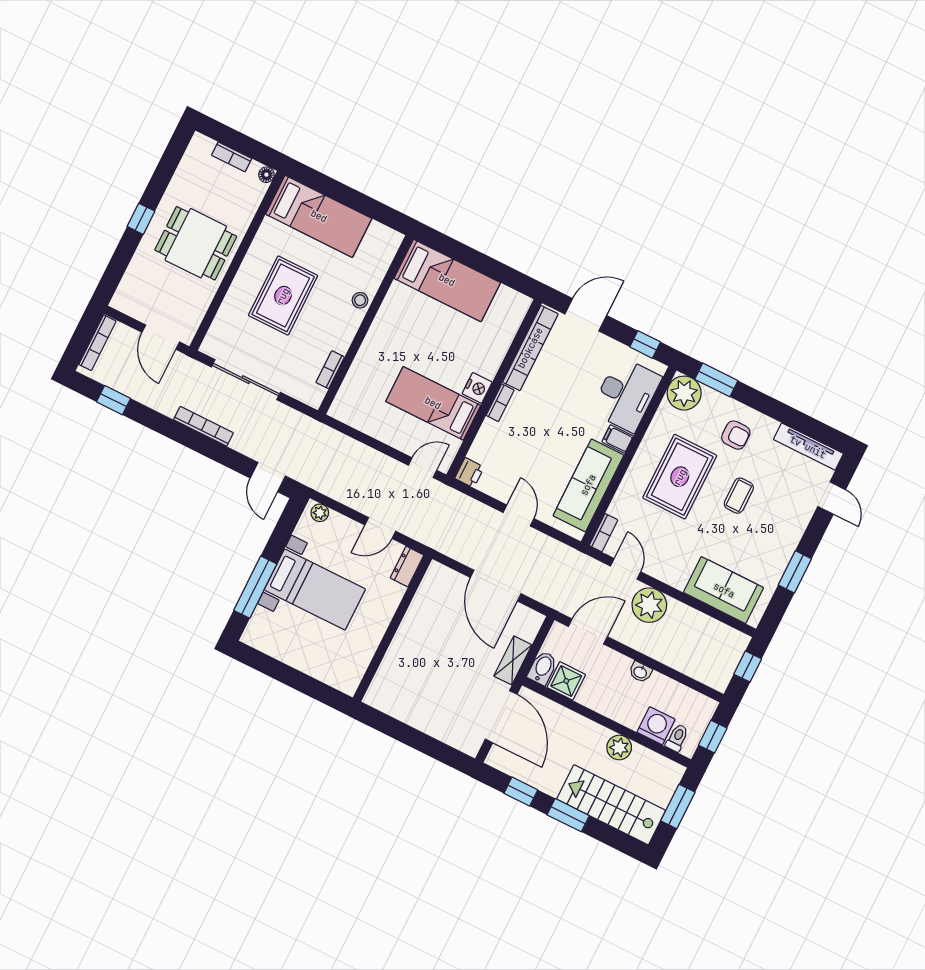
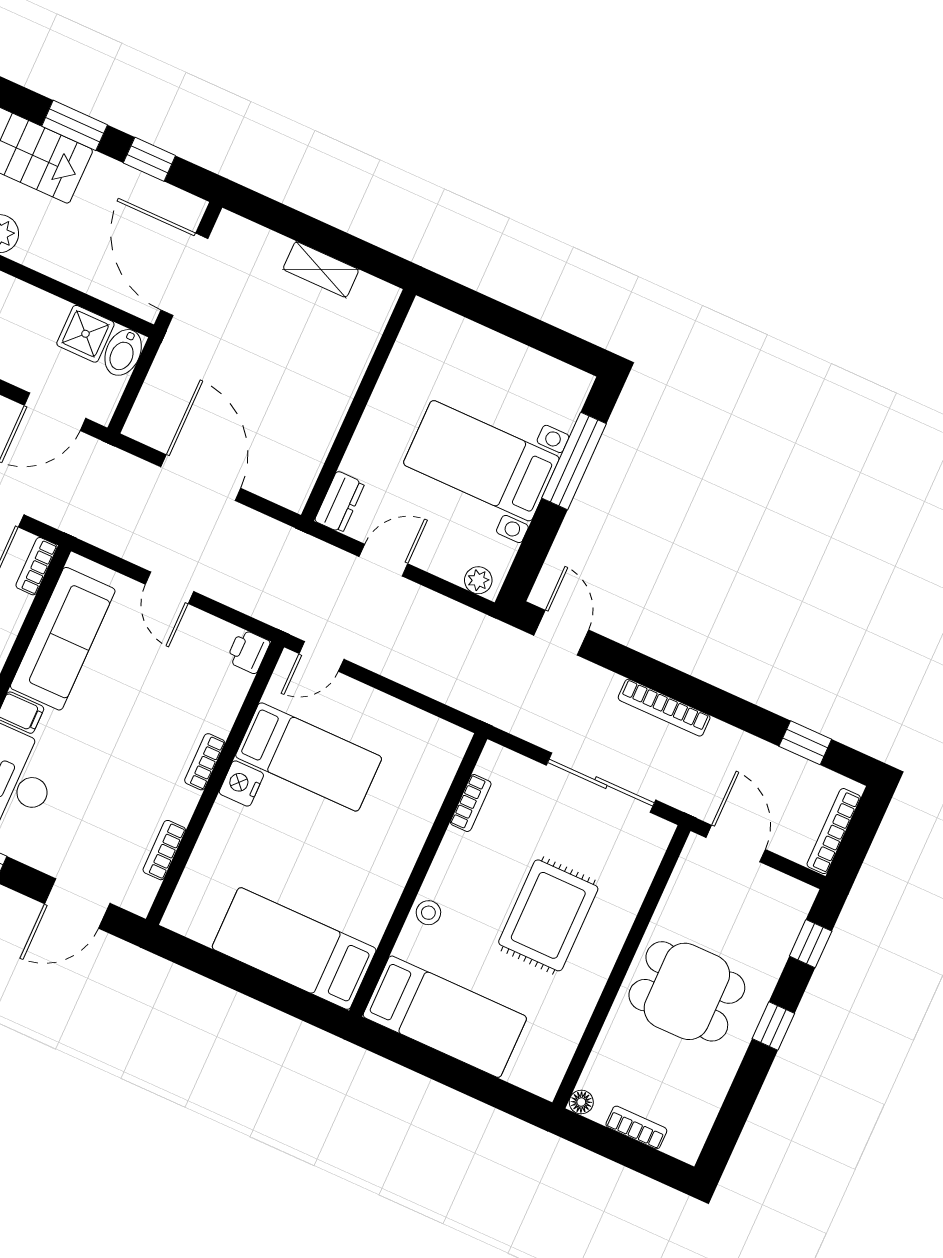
bed: (319, 216) -> (445, 1017), moved, turned 180
window: (115, 271) -> (811, 944), added
bookcase: (530, 348) -> (164, 850), width x0.43, depth x0.76
shelving: (513, 660) -> (321, 269), moved, turned 90

